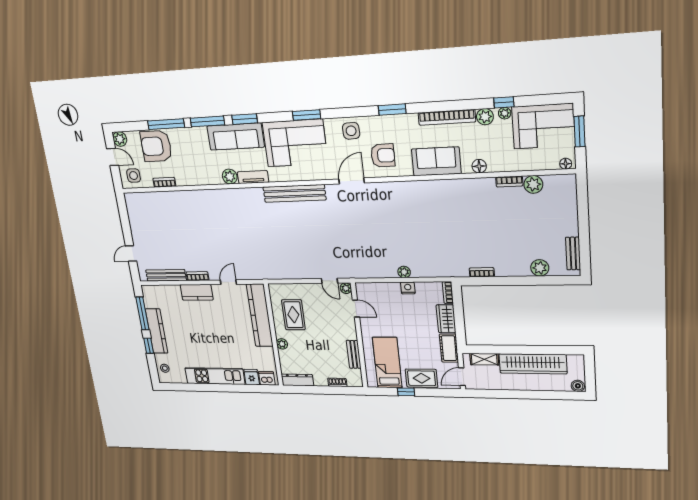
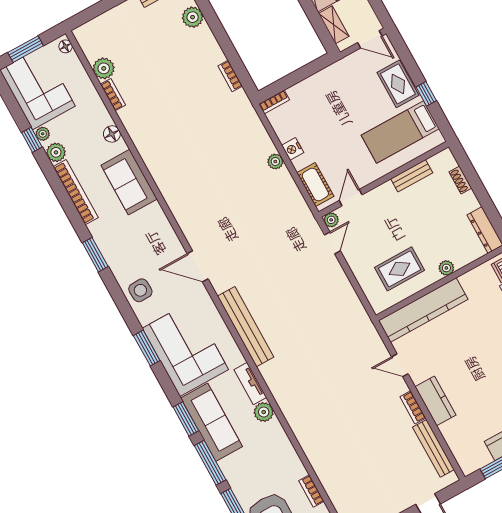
armchair: (383, 155) -> (151, 243), removed
wardrobe: (446, 319) -> (307, 90), removed
cot: (449, 348) -> (315, 185), moved, turned 90

